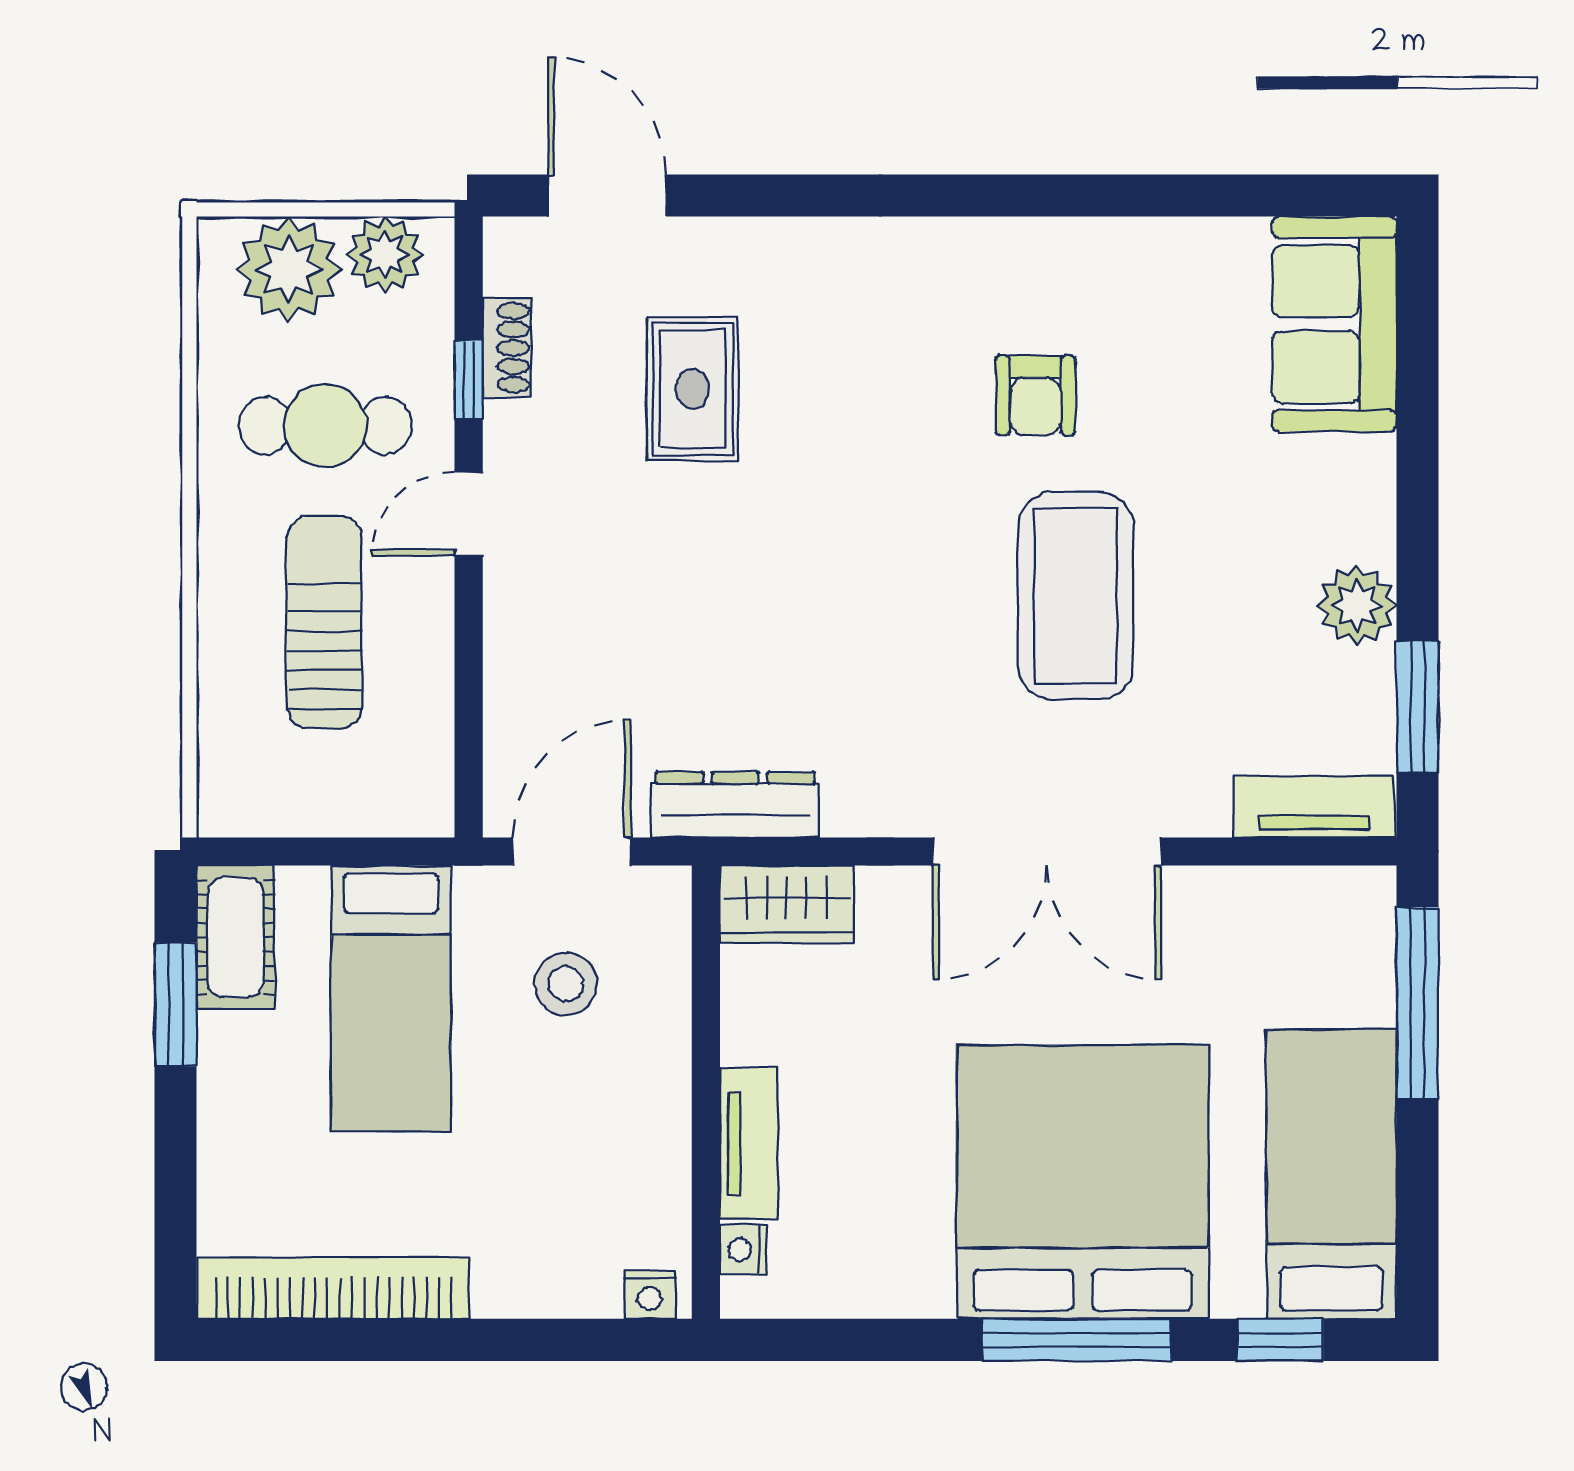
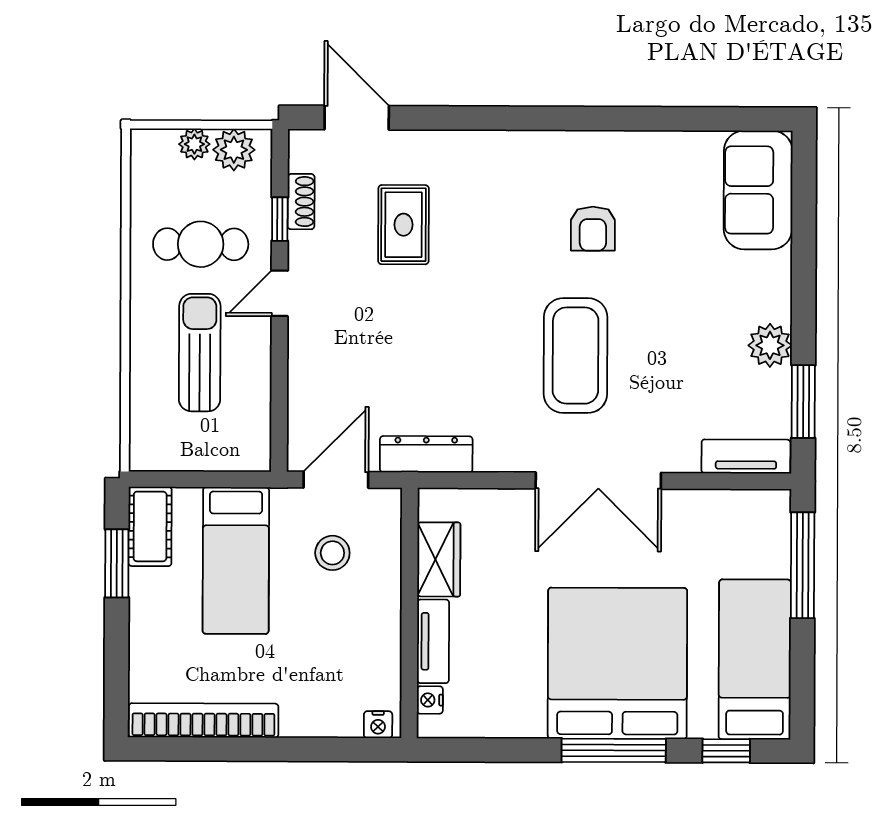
plant: (289, 269) -> (194, 144), width x0.53, depth x0.53
coffee table: (1076, 596) -> (576, 356), moved
wardrobe: (787, 904) -> (439, 559), moved, turned -90

